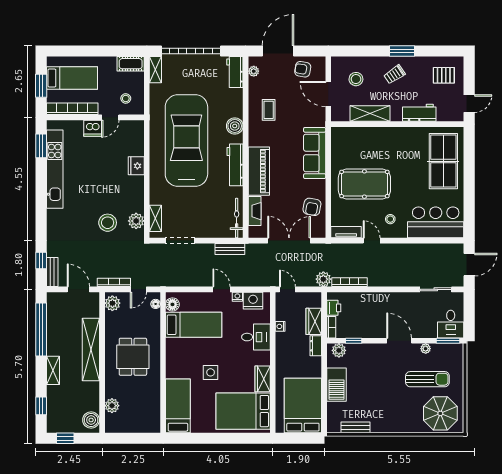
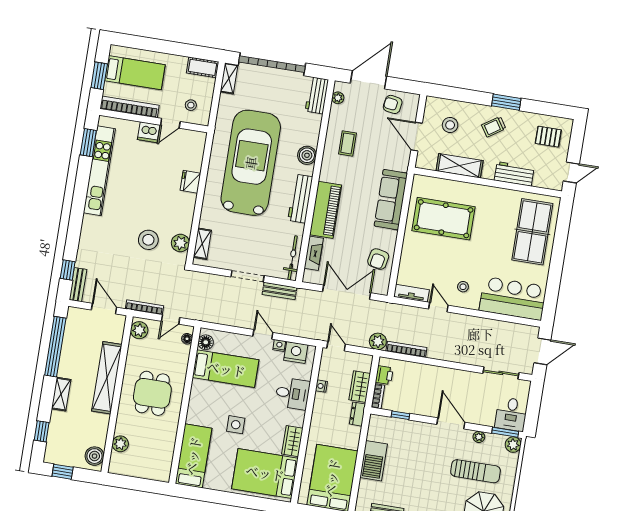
pool table: (364, 184) -> (444, 219), moved
doorway: (180, 241) -> (247, 276), moved
plant: (339, 350) -> (513, 445), moved

